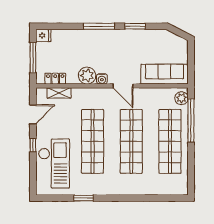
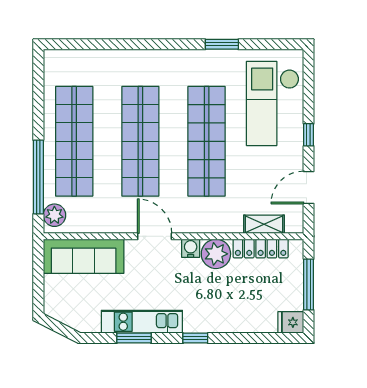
window: (99, 26) -> (195, 338), width x0.46
kitchen unit: (130, 36) -> (142, 322), added
locker: (55, 79) -> (261, 249), width x1.53

